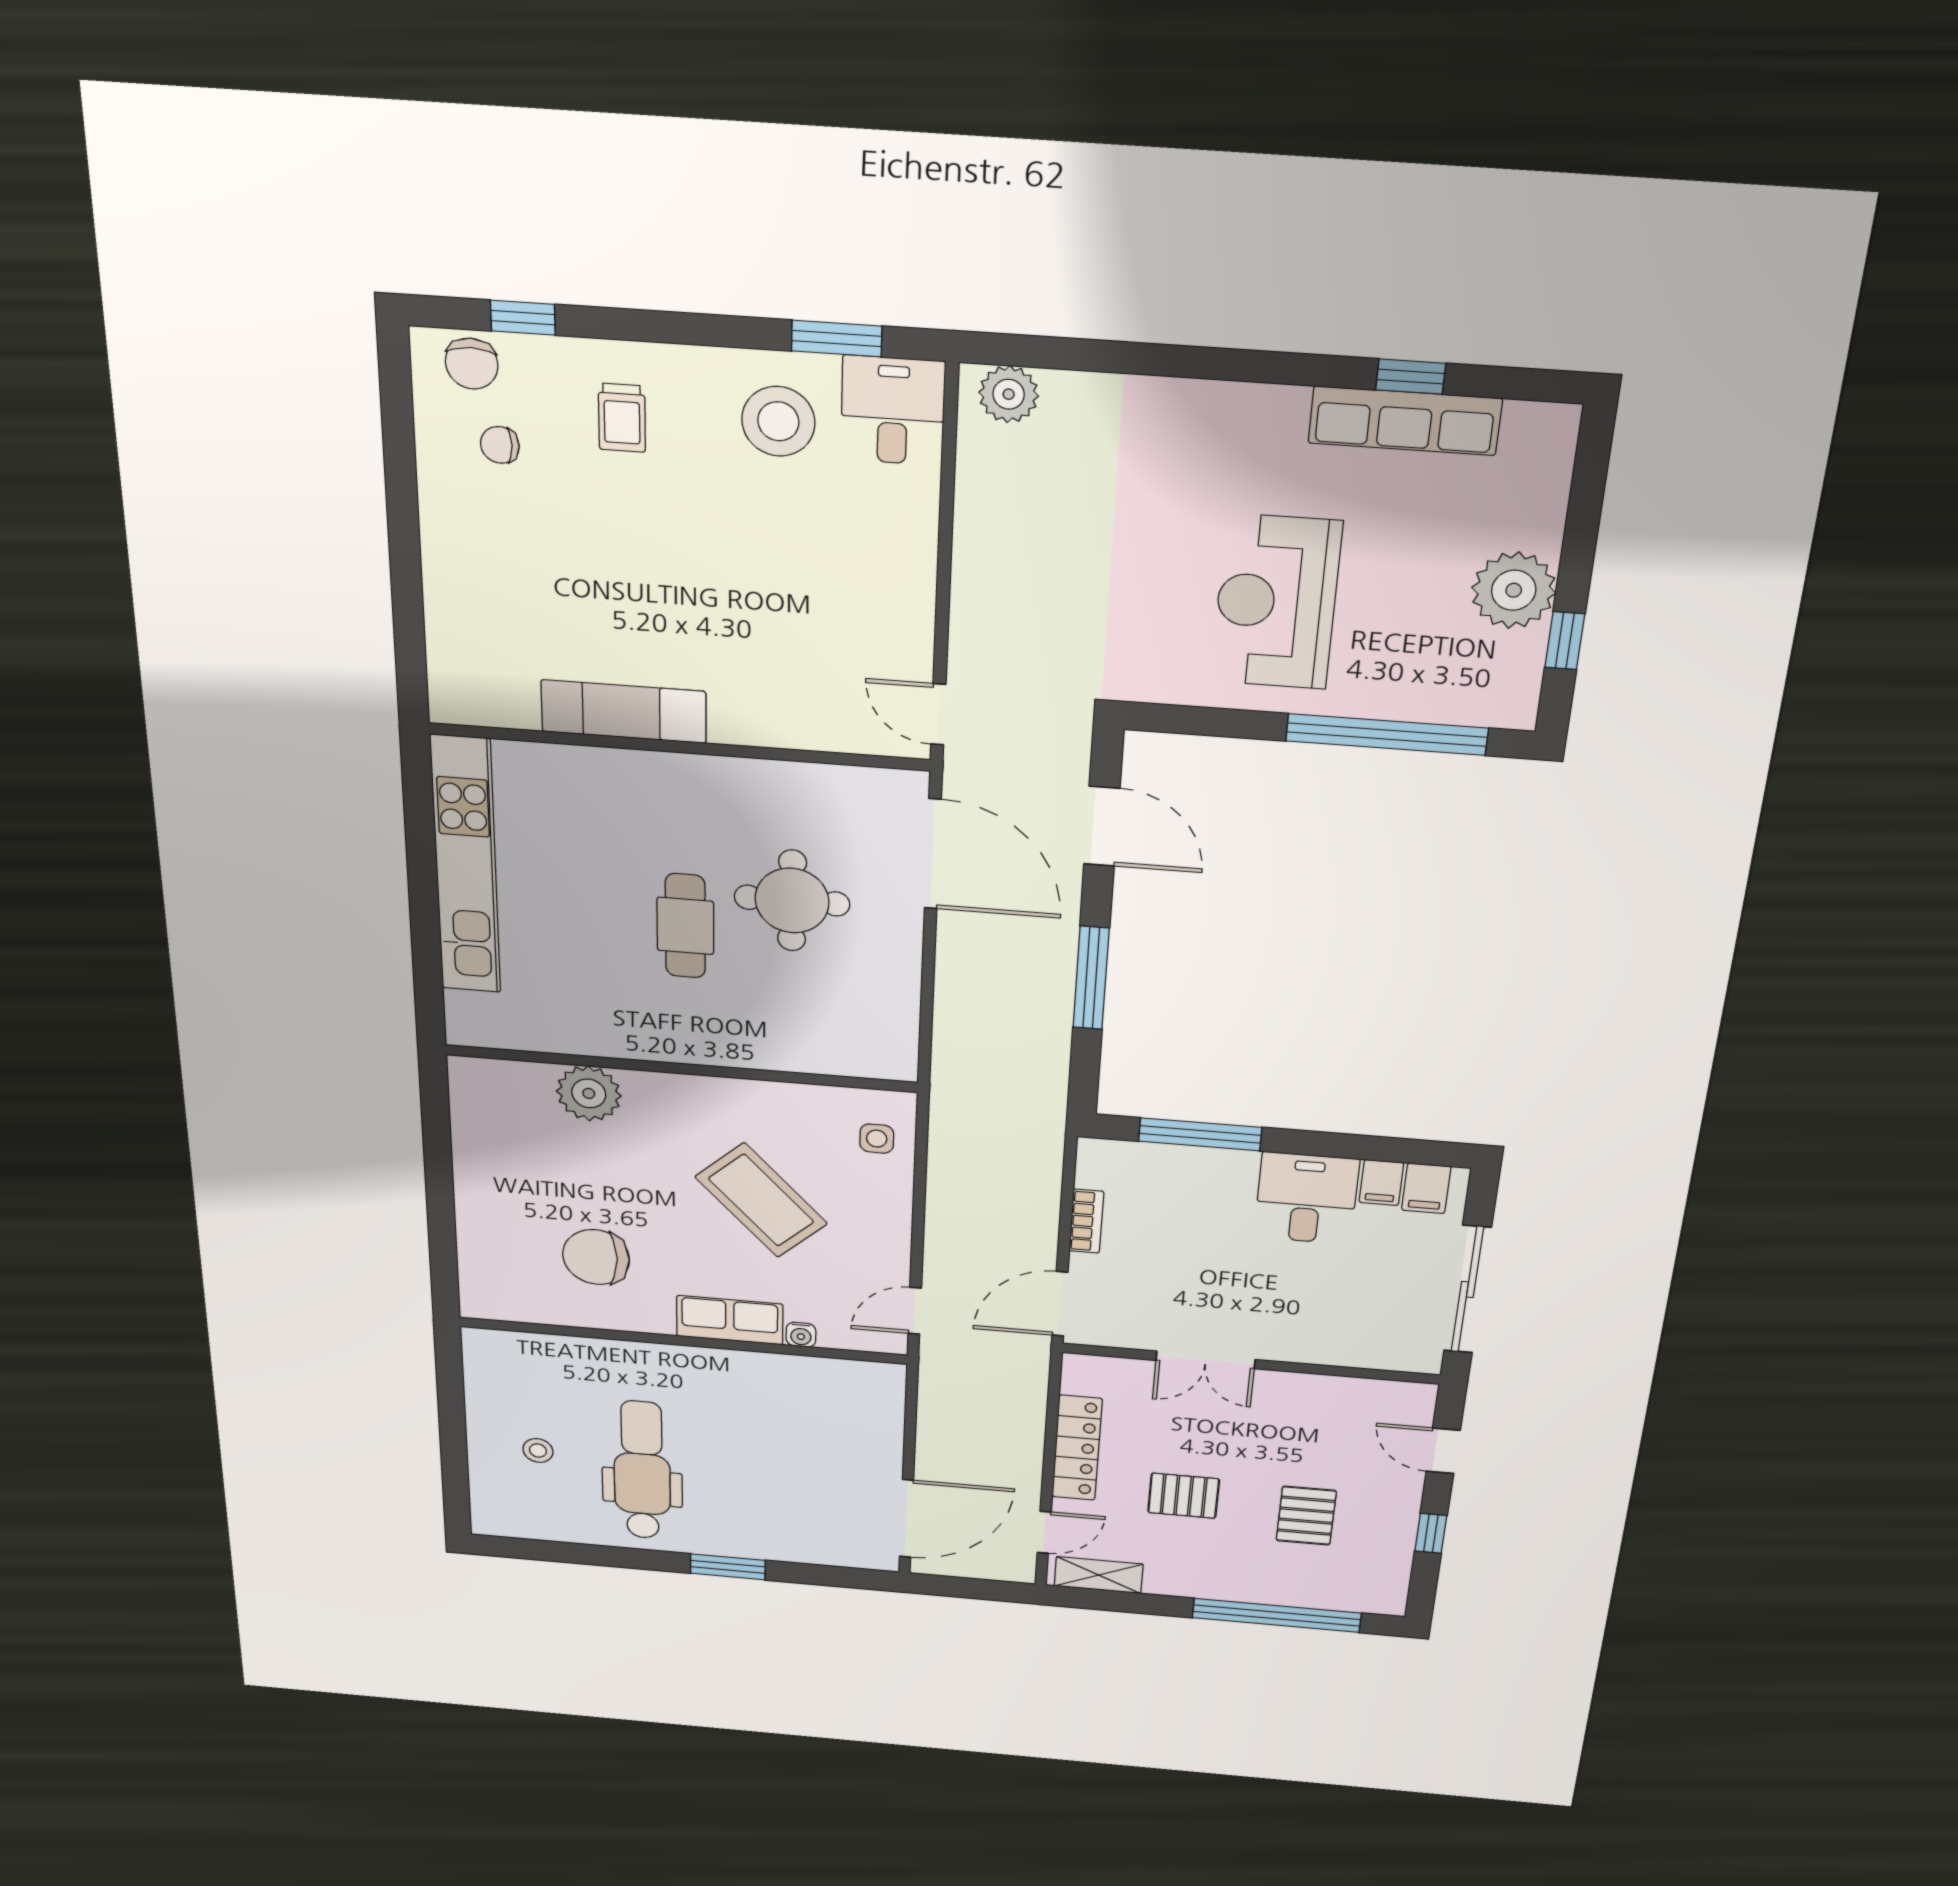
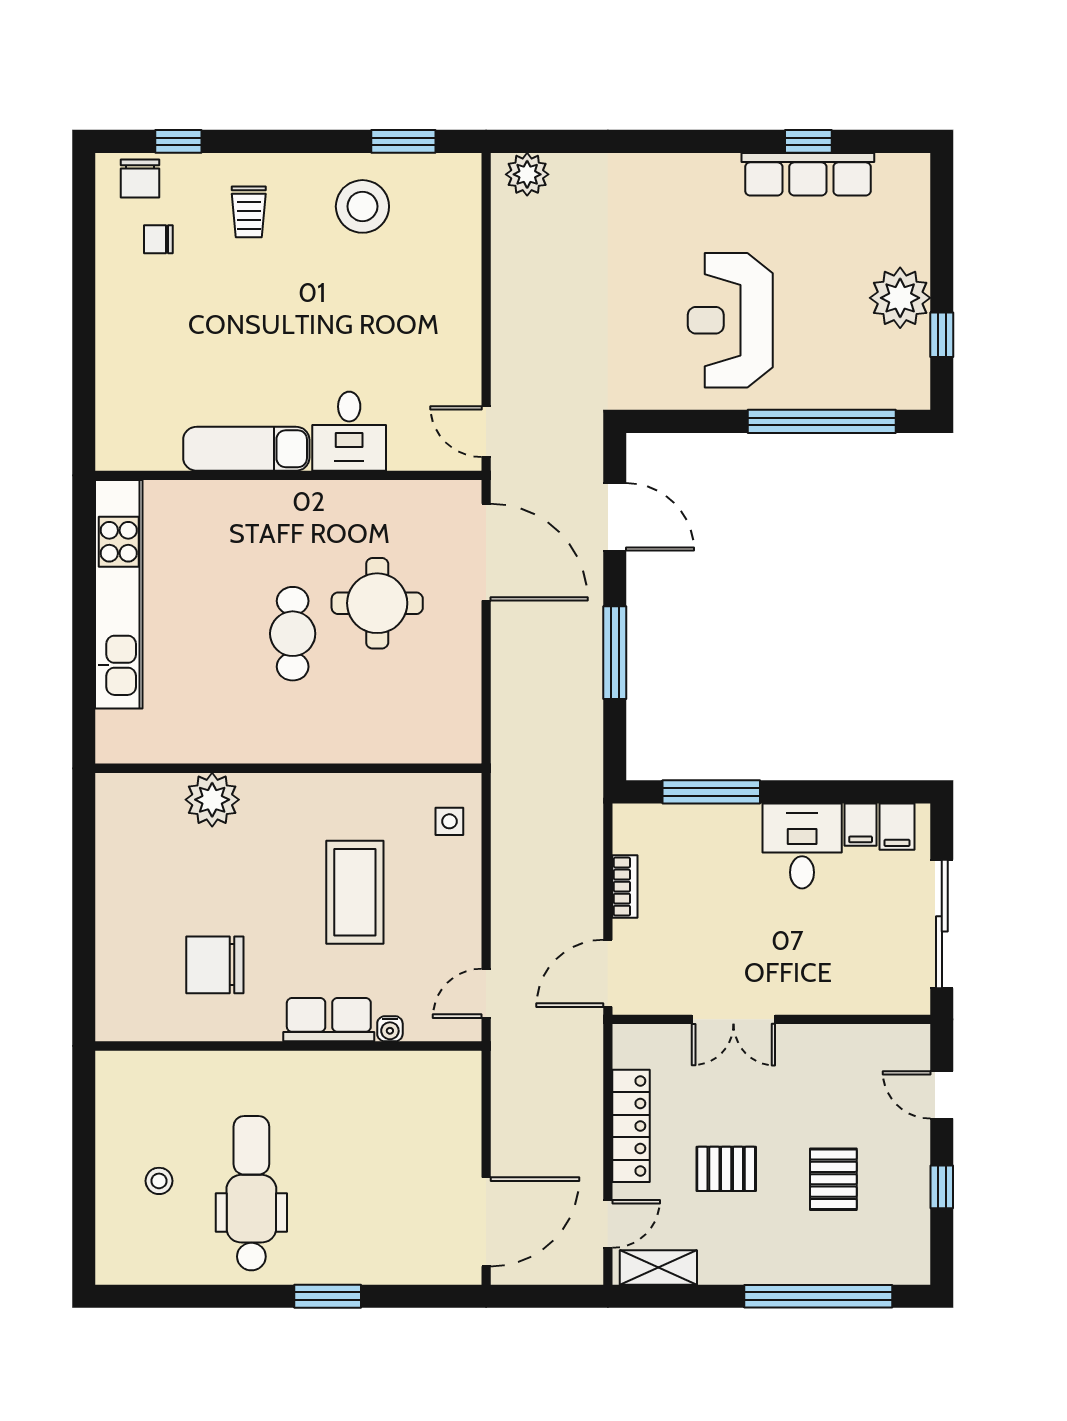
desk: (893, 411) -> (349, 431), moved, turned 180
coffee table: (761, 1200) -> (355, 892), turned 43

